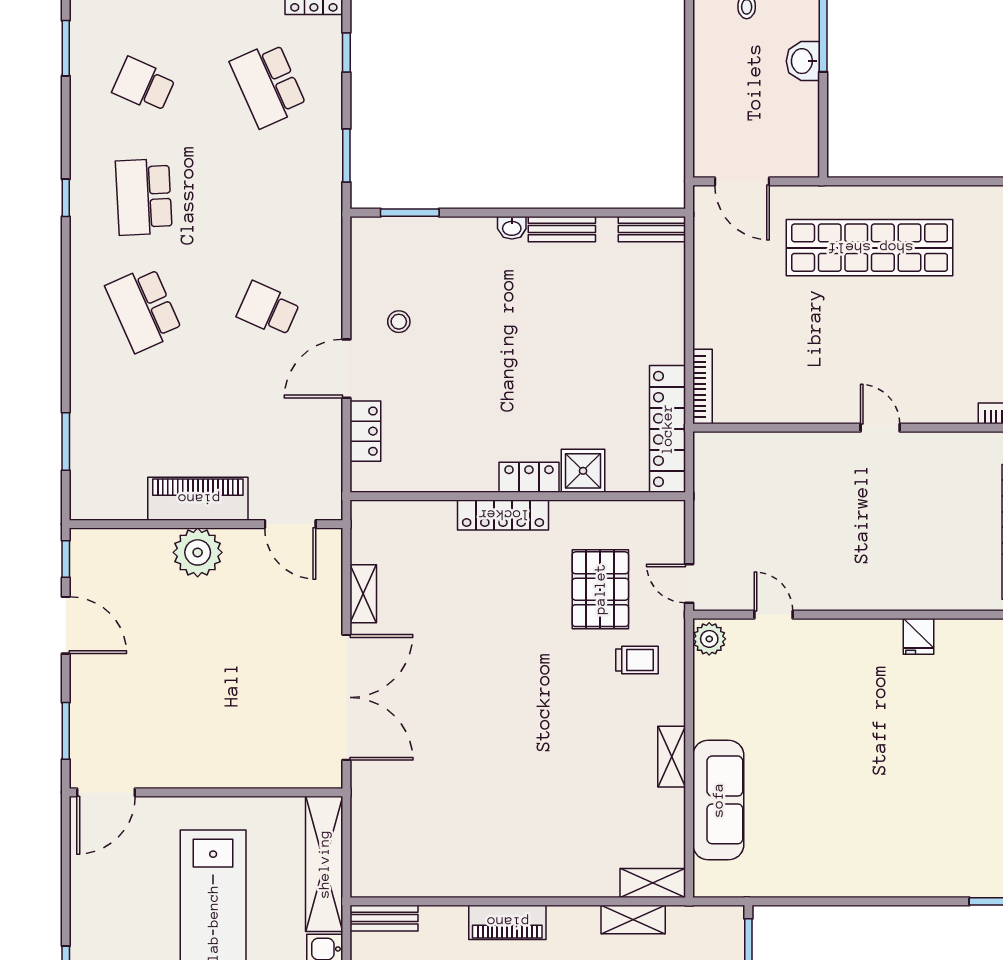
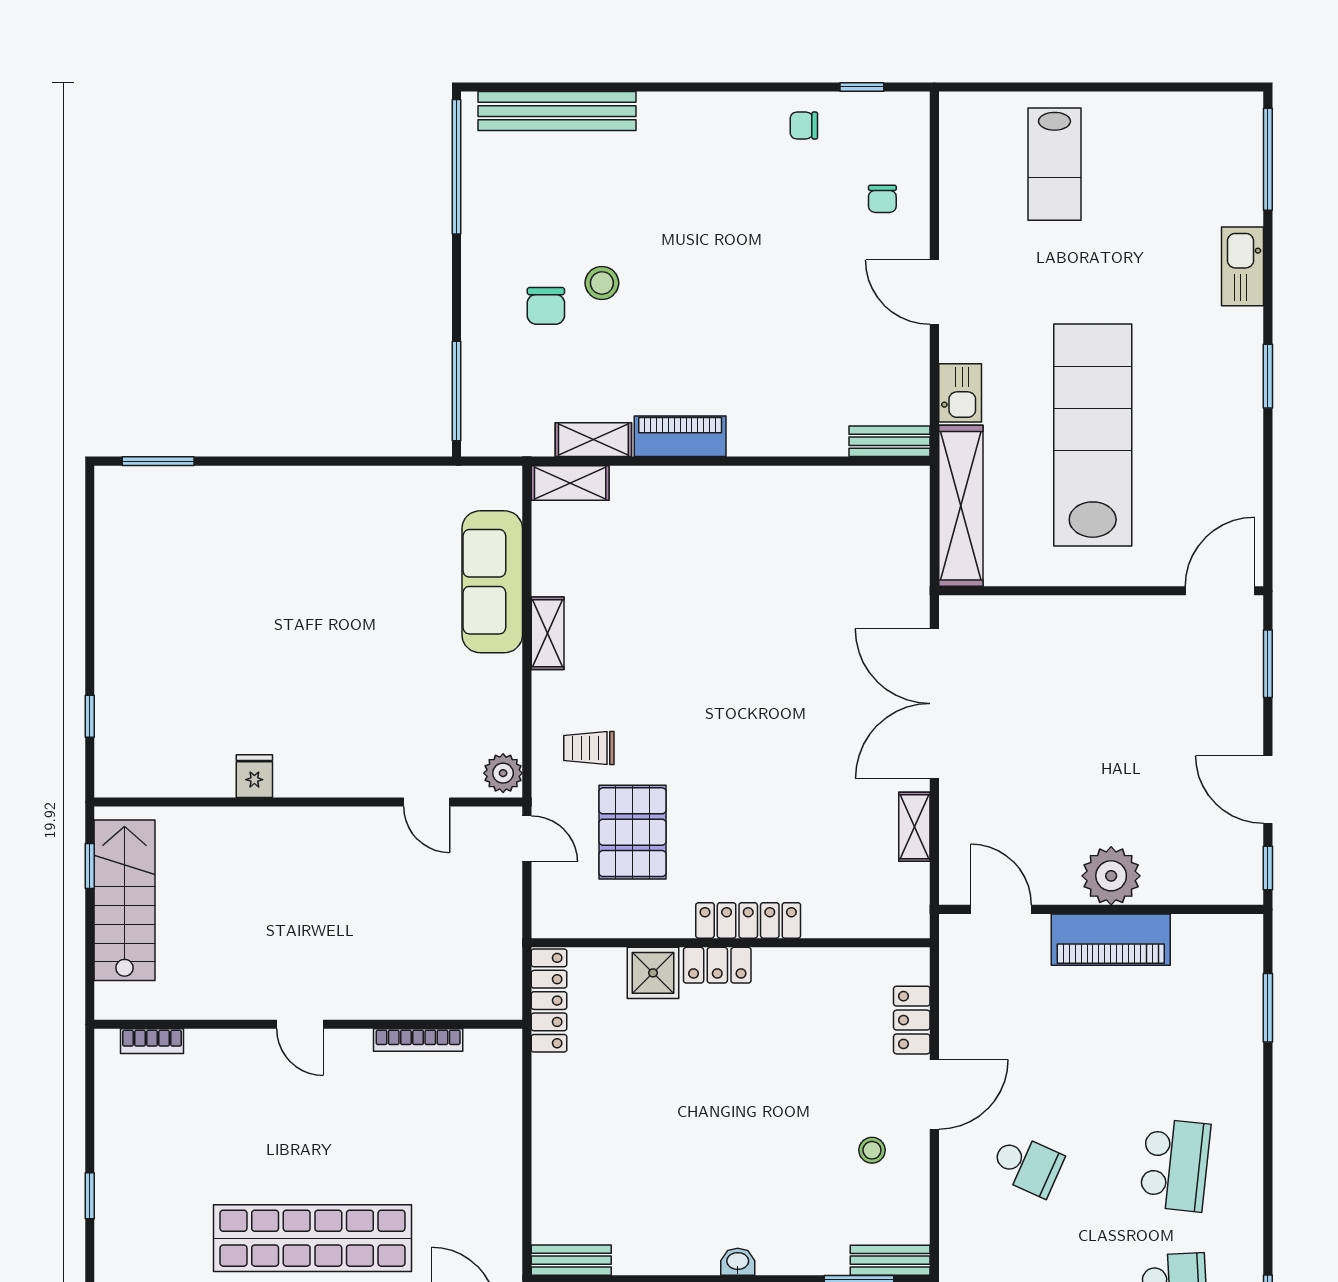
bench: (562, 229) -> (890, 1260), moved
school desk: (144, 309) -> (1175, 1165), turned 30
bookcase: (702, 386) -> (418, 1040), moved, turned -90
locker: (667, 429) -> (549, 1001), width x0.71, depth x0.83
piano: (507, 922) -> (680, 436), moved

